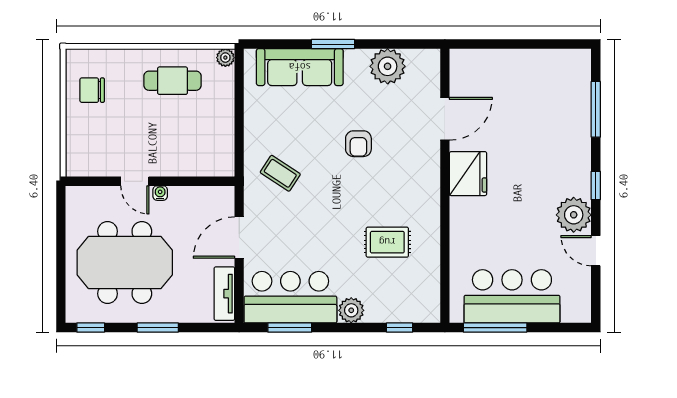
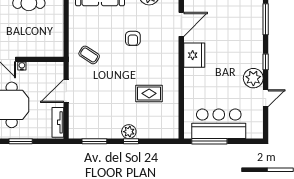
door: (596, 251) -> (266, 98), swing flipped
bar counter: (290, 297) -> (95, 124), removed
window: (400, 328) -> (131, 141), moved

